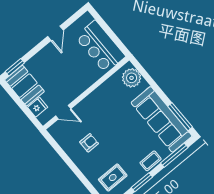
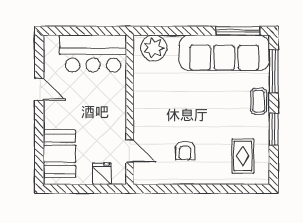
window: (15, 67) -> (39, 162), removed
booth: (25, 86) -> (59, 154), moved, turned 90
door: (63, 112) -> (130, 151), hinge flipped
armchair: (89, 143) -> (185, 150), turned 180

